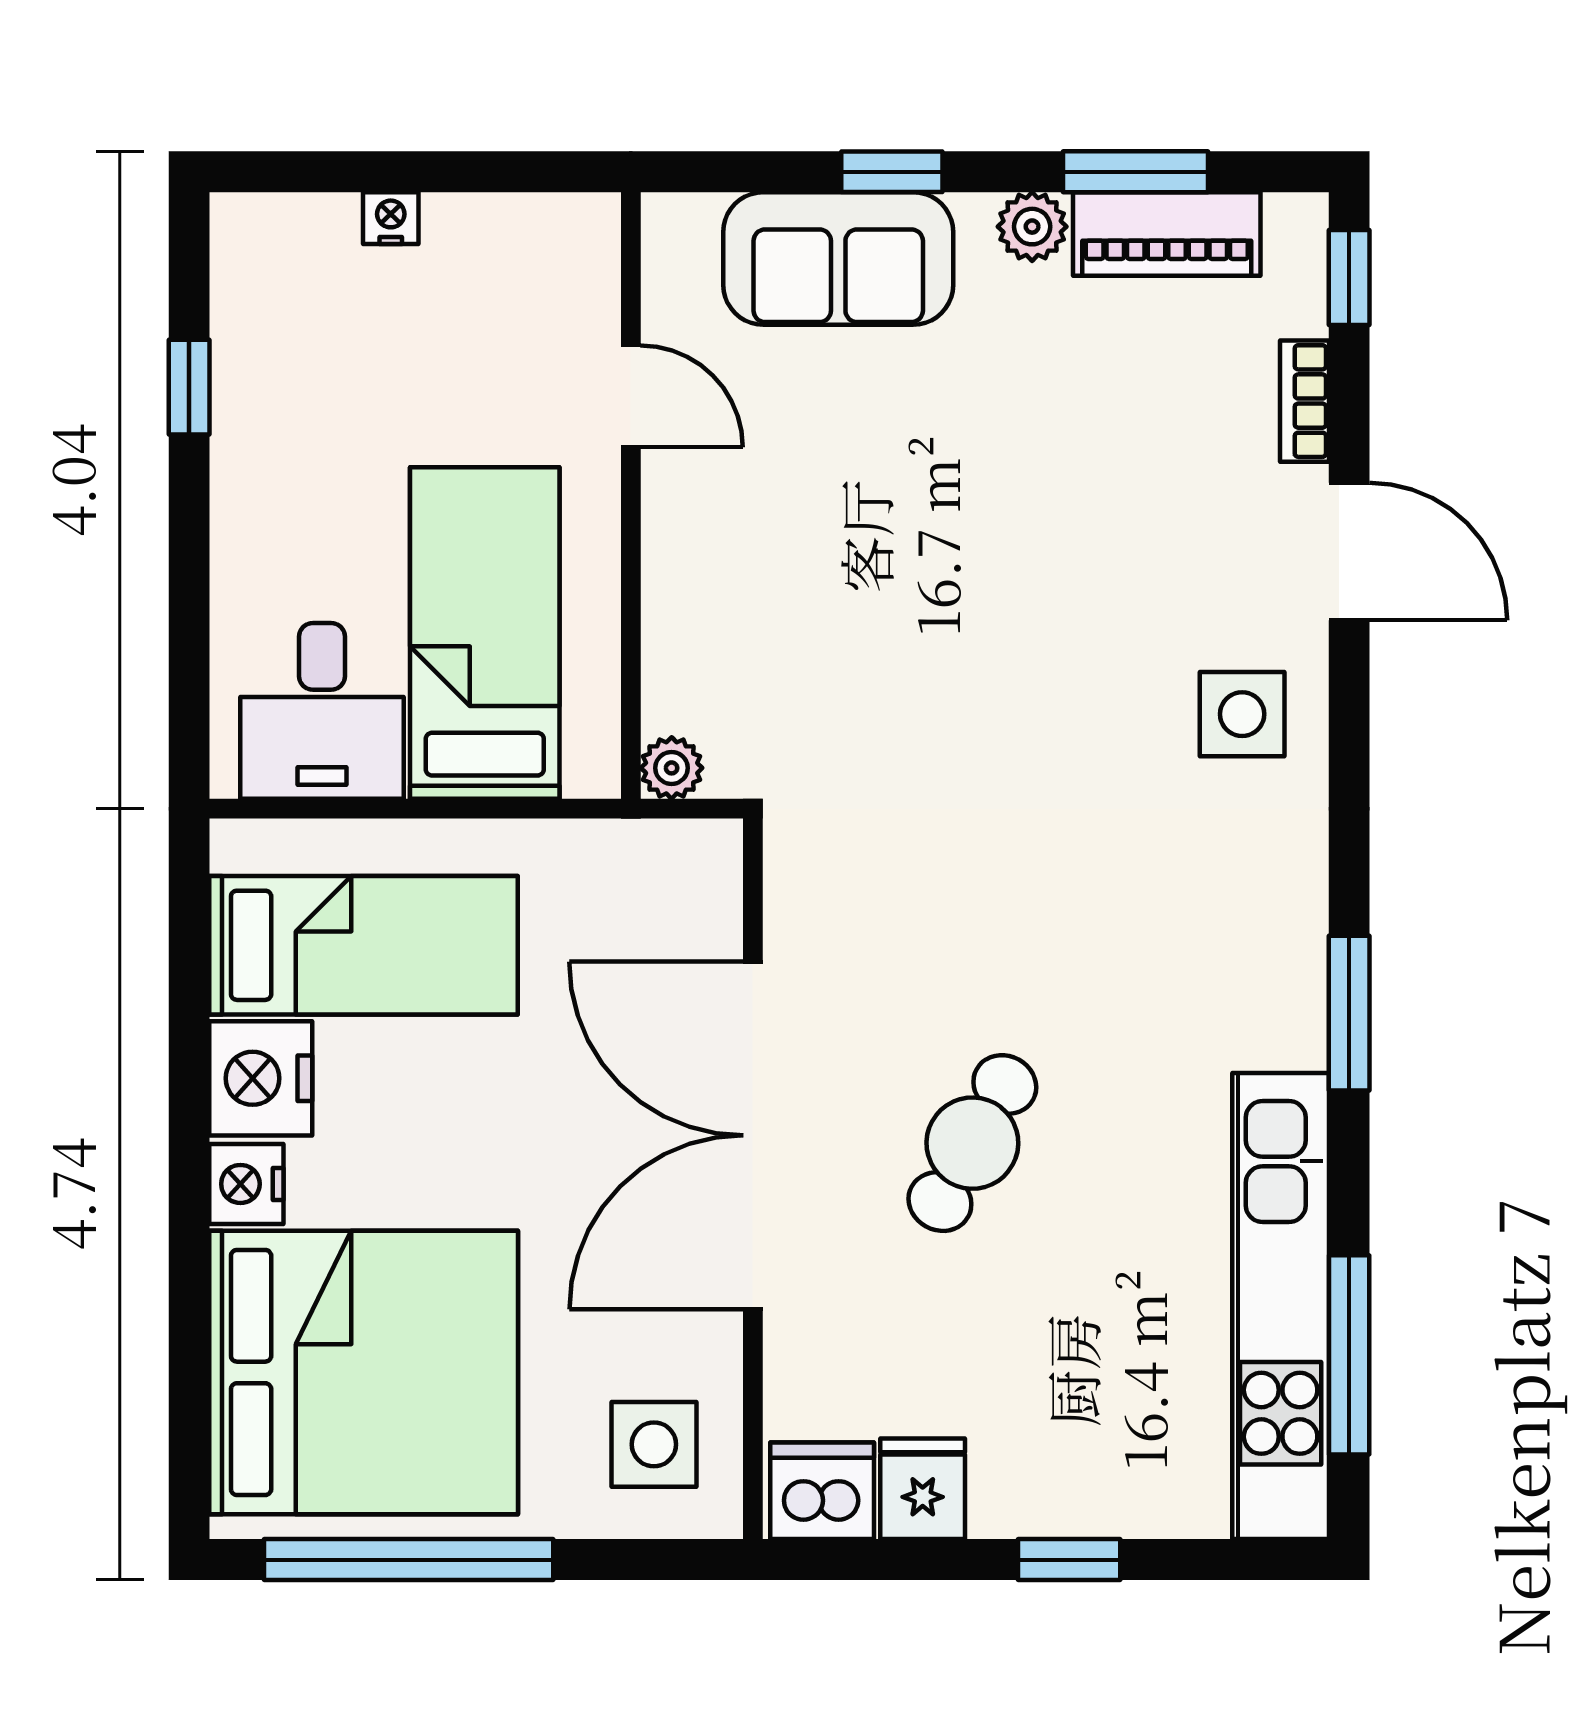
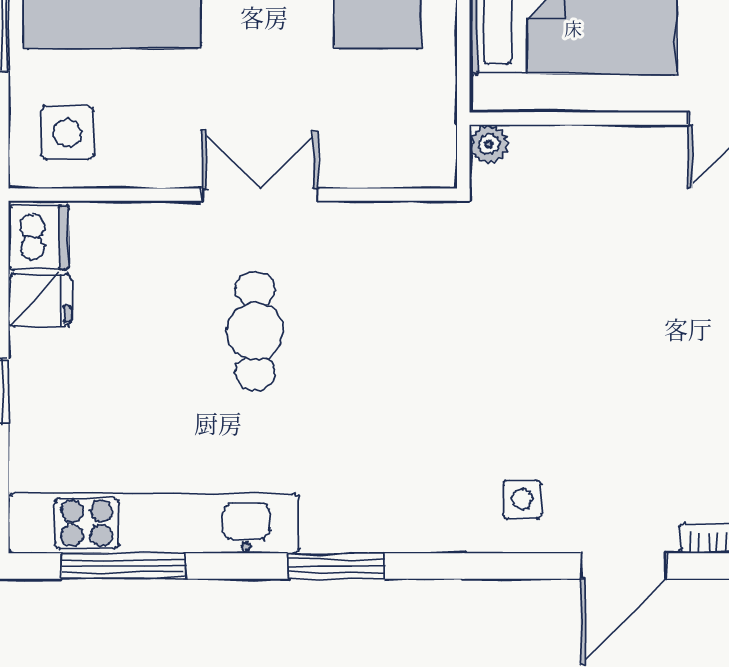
side table: (1242, 714) -> (522, 499), width x0.73, depth x0.73
double door: (753, 1135) -> (260, 195), width x0.54
cafe table: (972, 1143) -> (255, 331), turned 61

